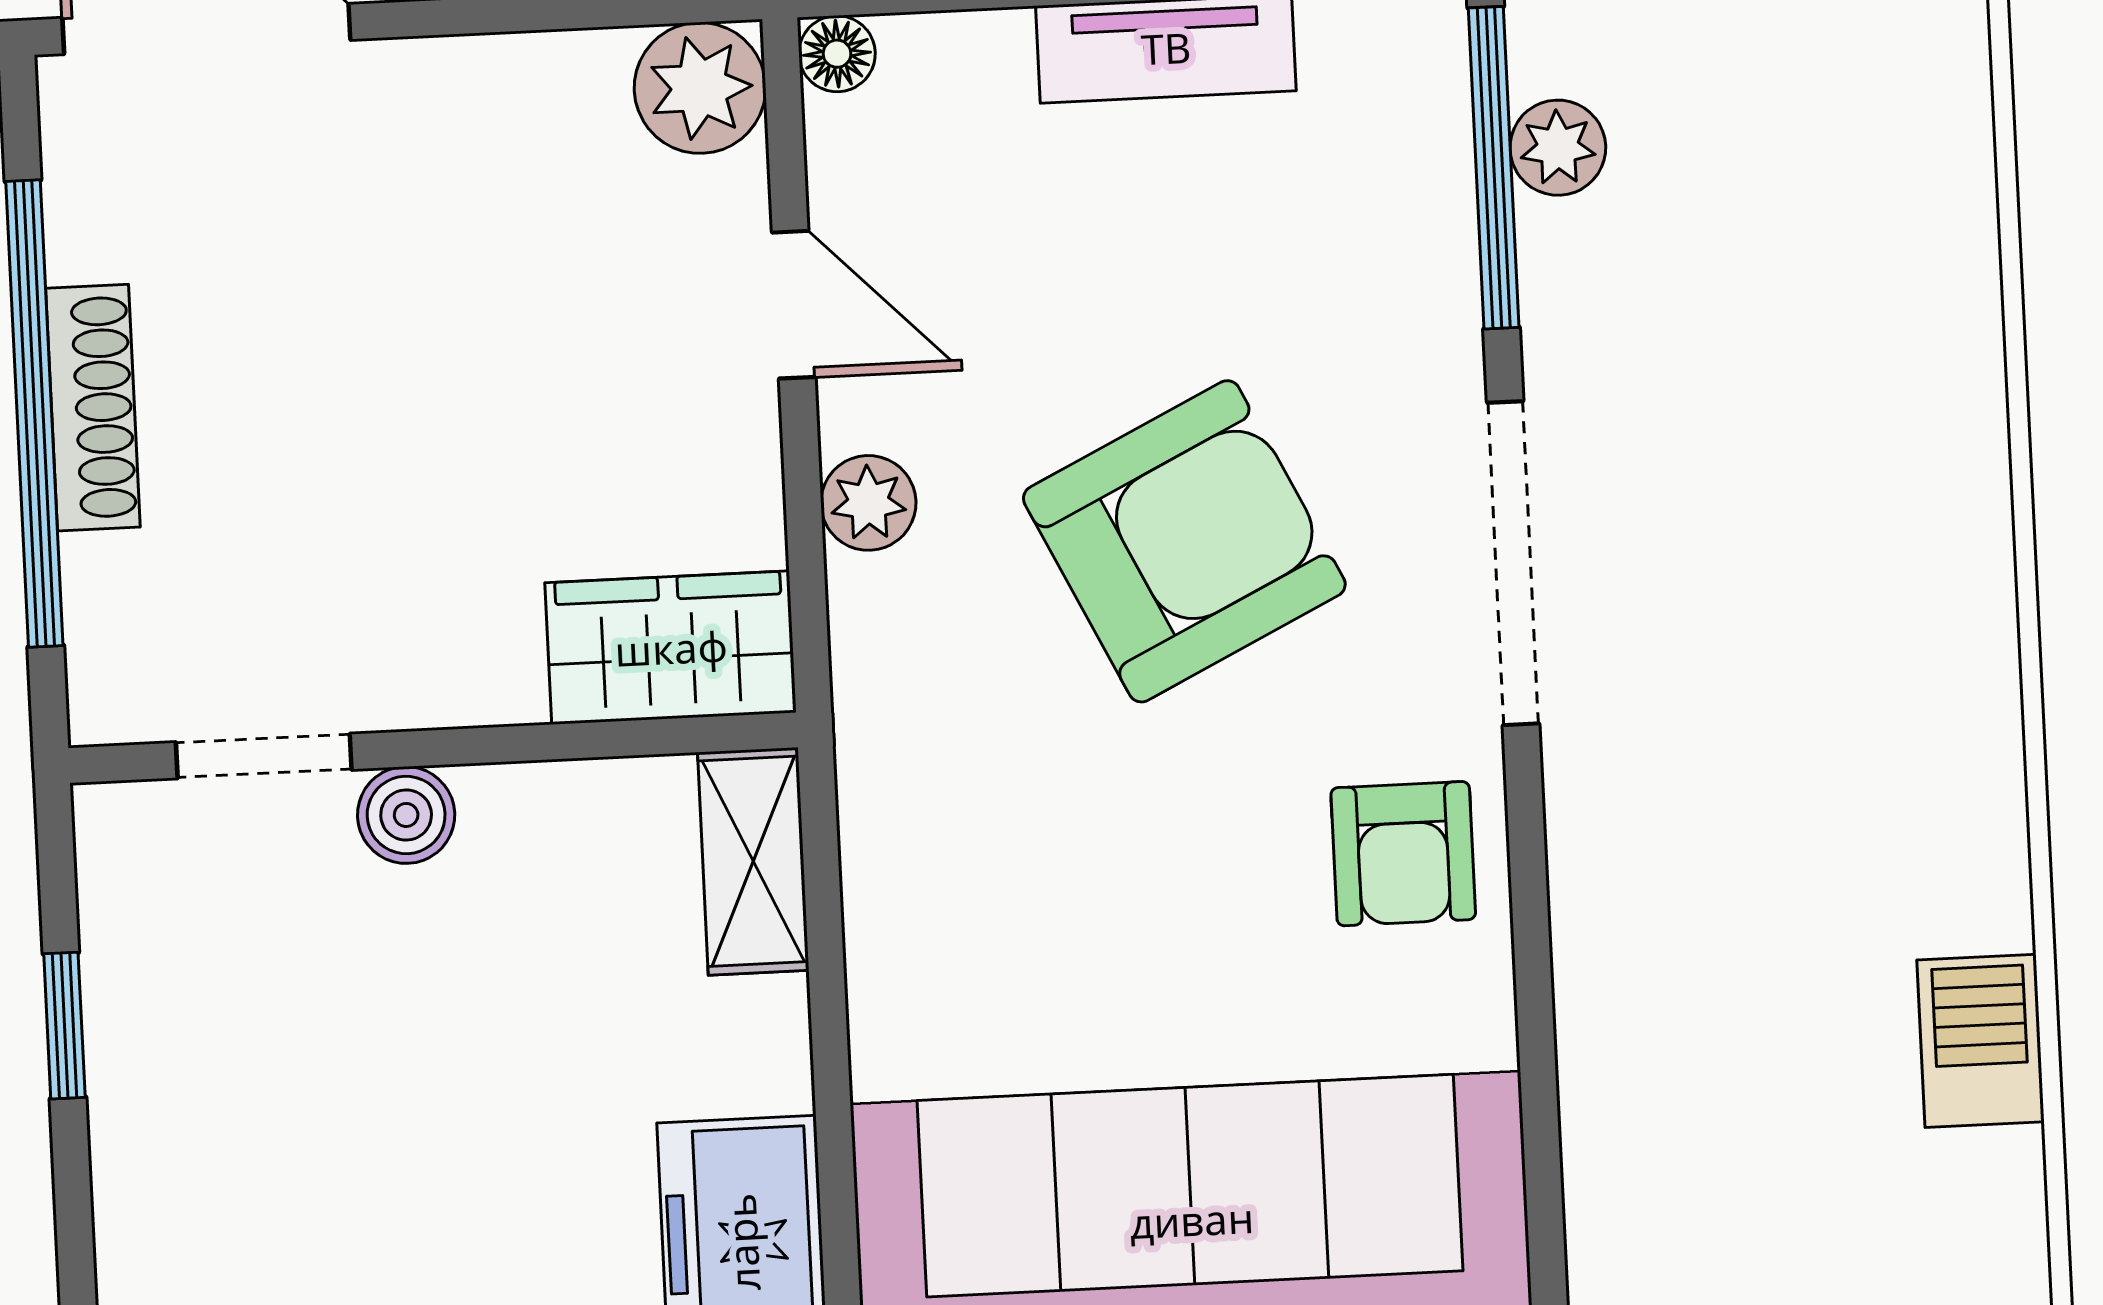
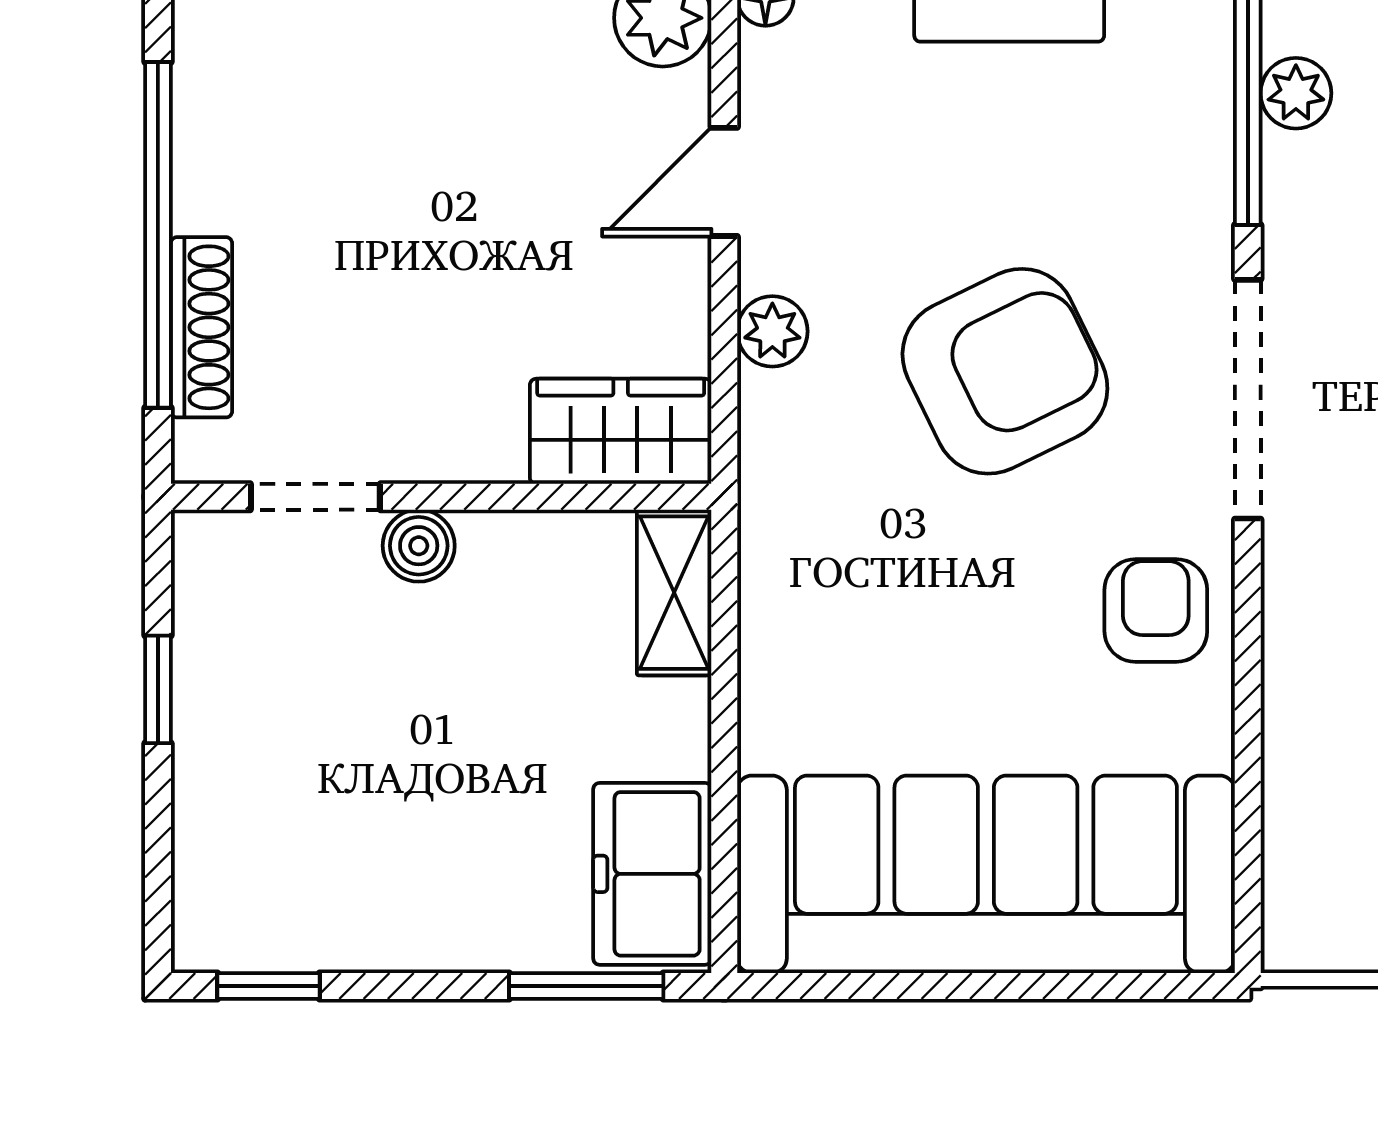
door: (794, 305) -> (724, 182), swing flipped
shoe rack: (93, 408) -> (202, 327), moved
armchair: (1403, 854) -> (1156, 611), turned 180

